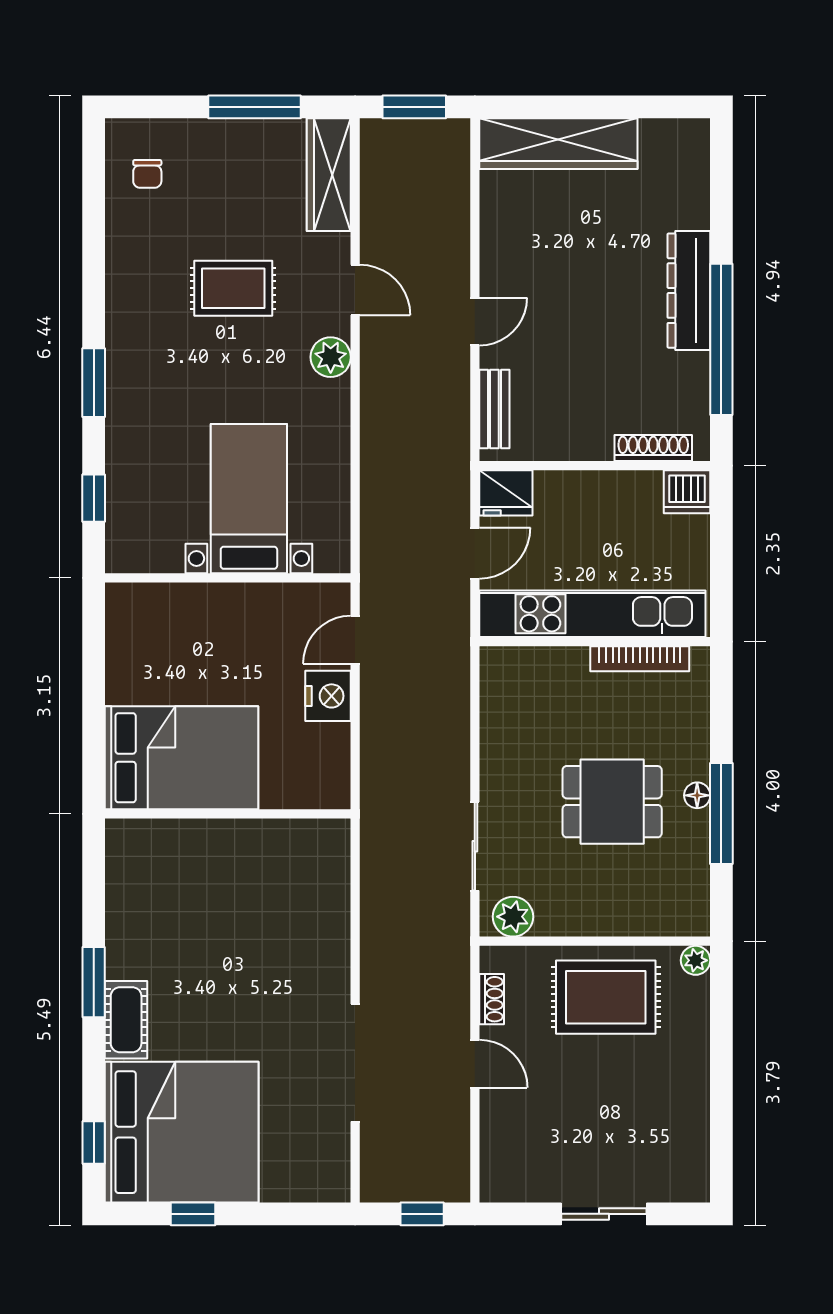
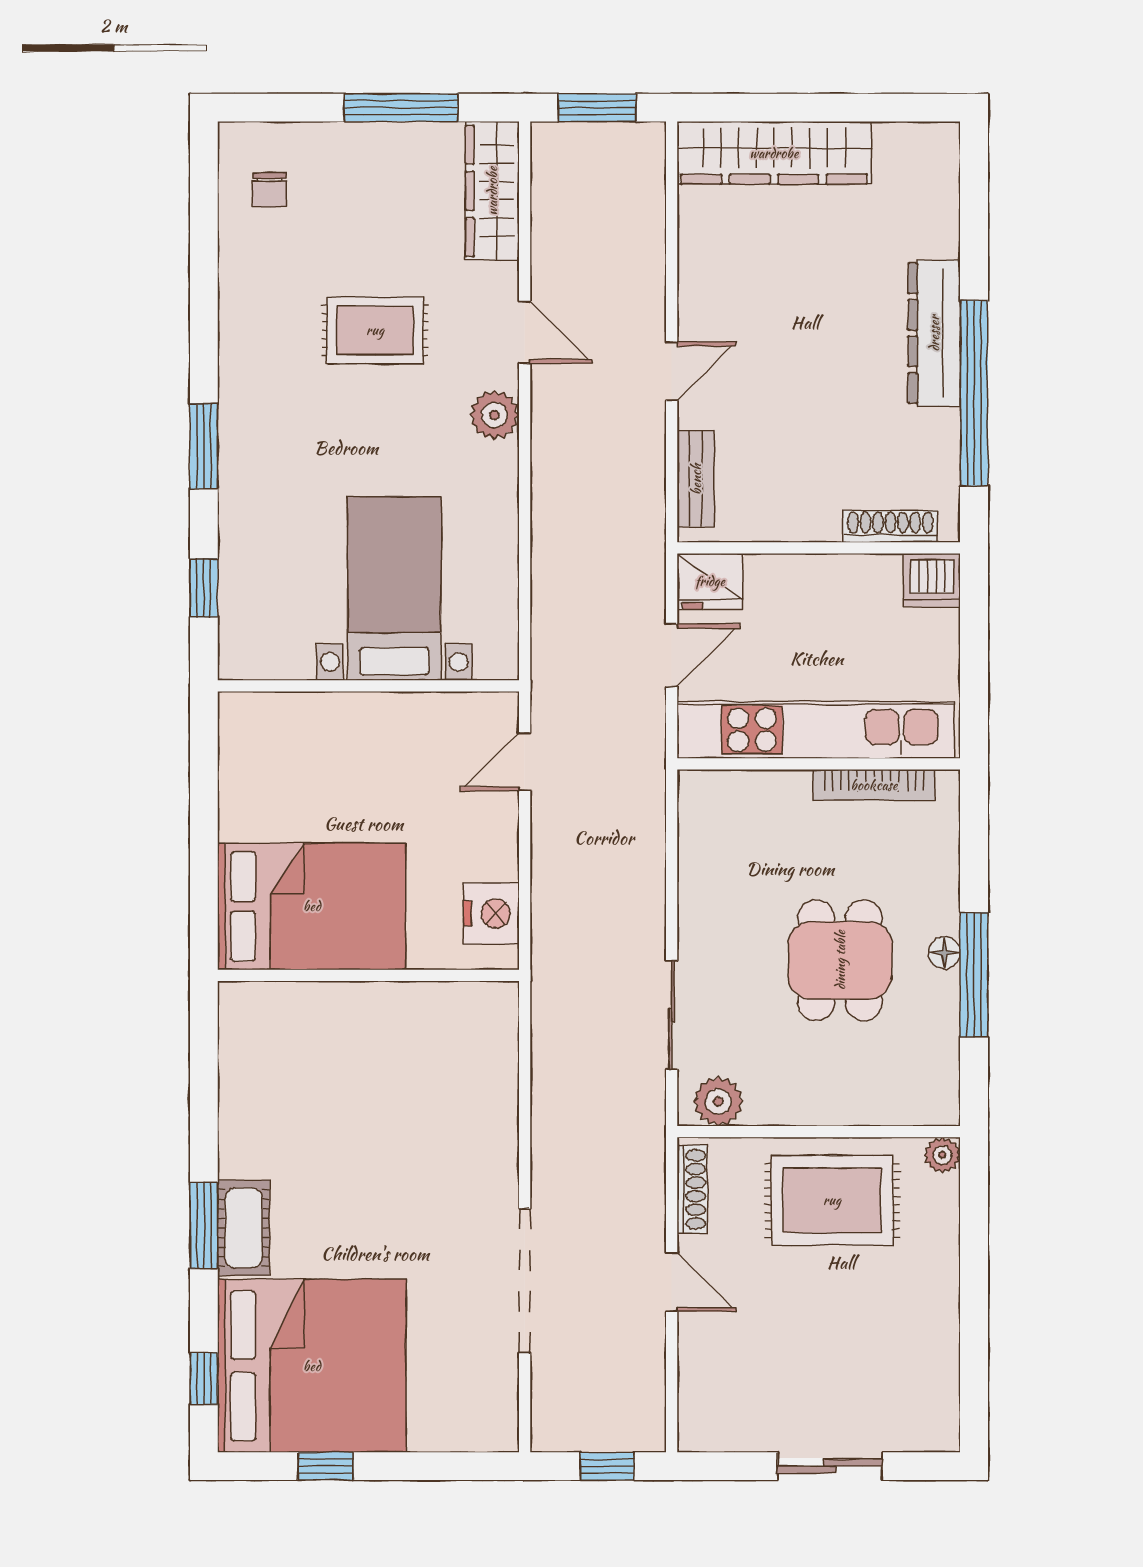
nightstand: (328, 696) -> (491, 913), moved
dining table: (612, 802) -> (840, 960), turned 90
window: (94, 982) -> (204, 1225), moved
shoe rack: (492, 999) -> (692, 1189), width x1.43

